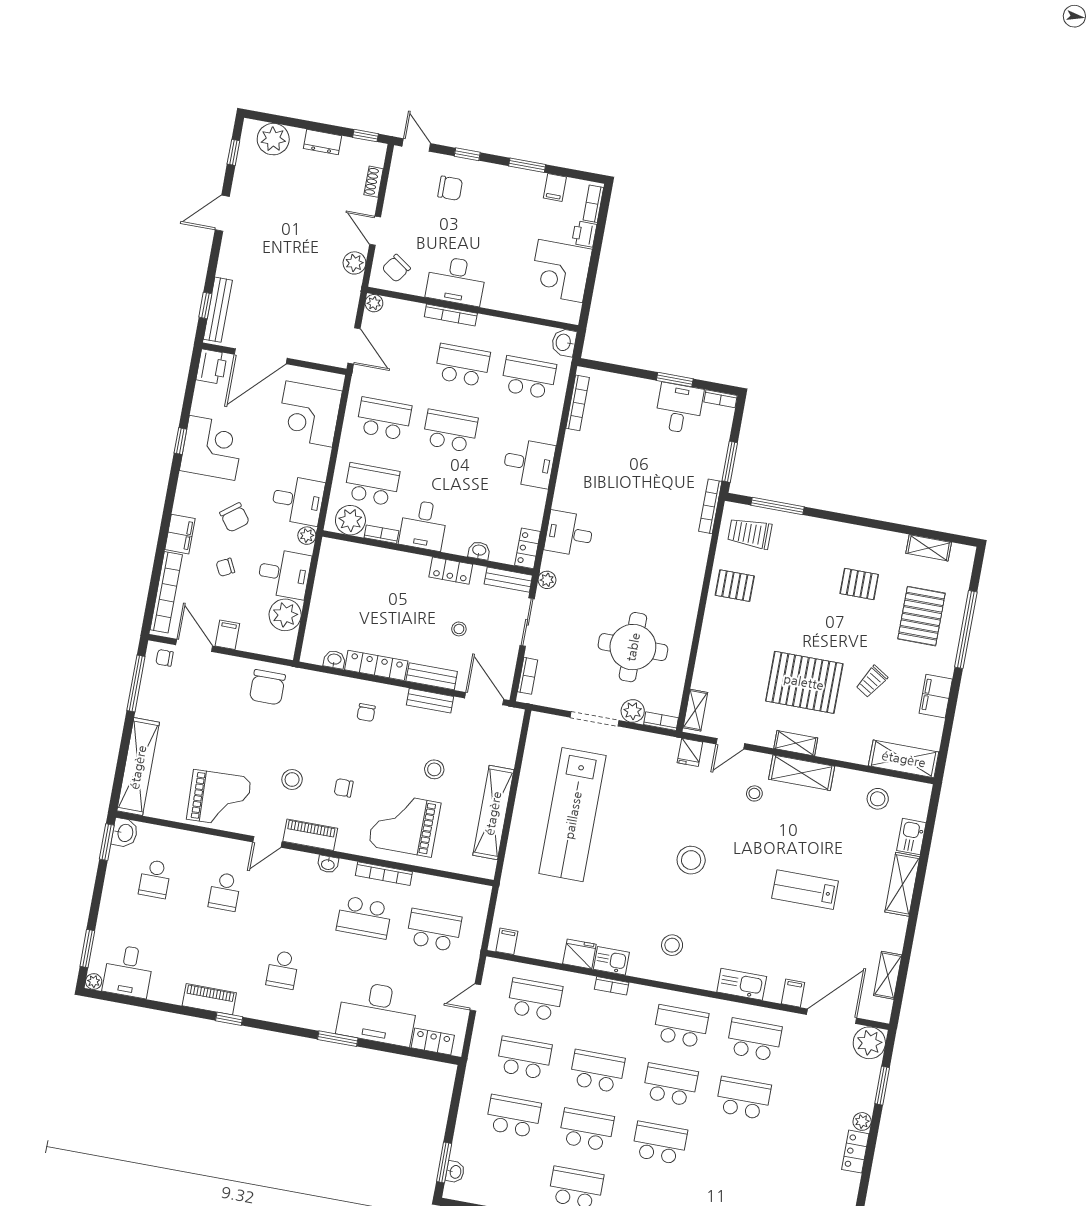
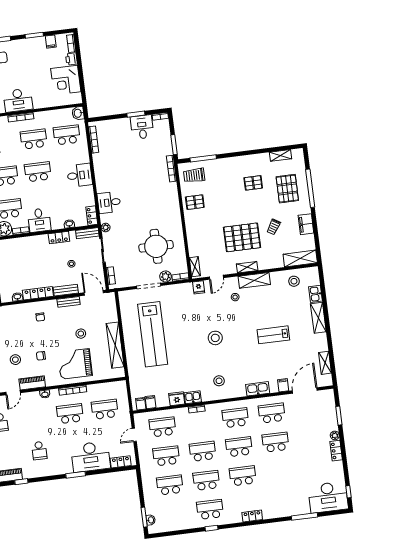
school desk: (364, 917) -> (70, 414), turned 180
filing cabinet: (527, 944) -> (151, 402), added
plant: (869, 1043) -> (326, 397), removed

